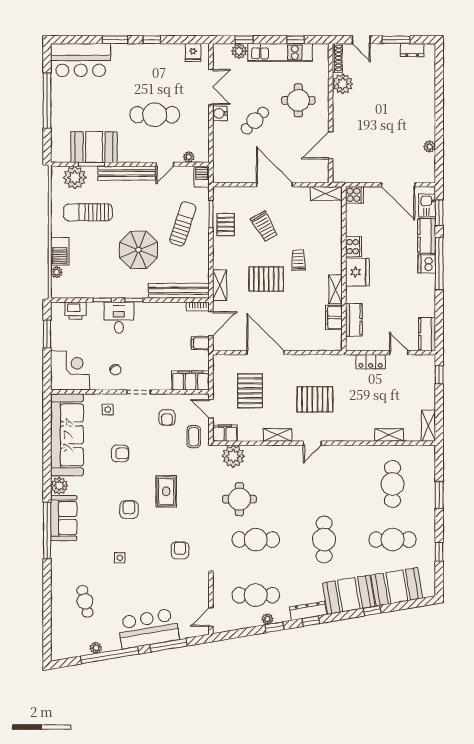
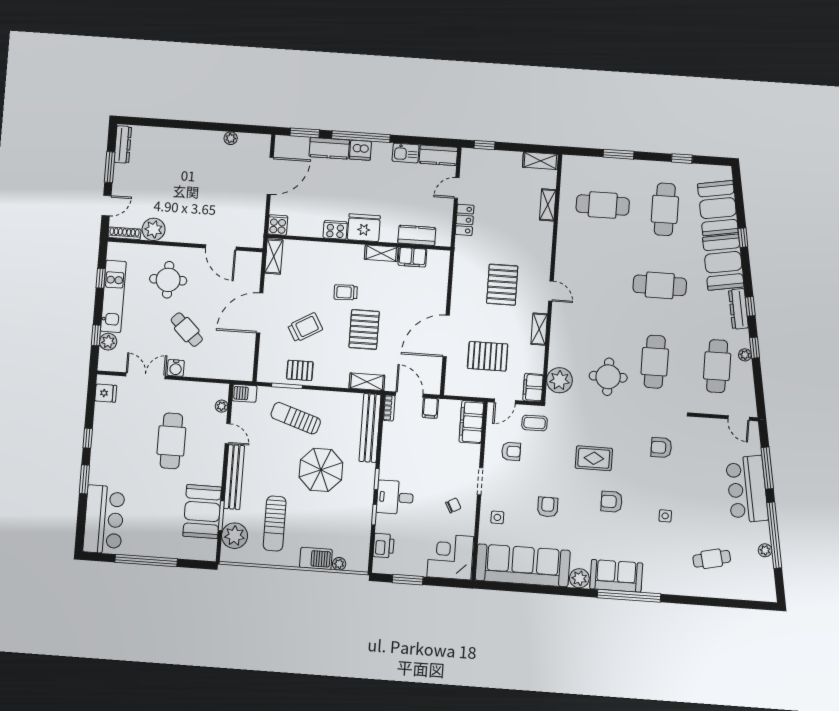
dresser: (412, 50) -> (123, 145), width x1.44
kitchen sink: (427, 205) -> (406, 153), moved

